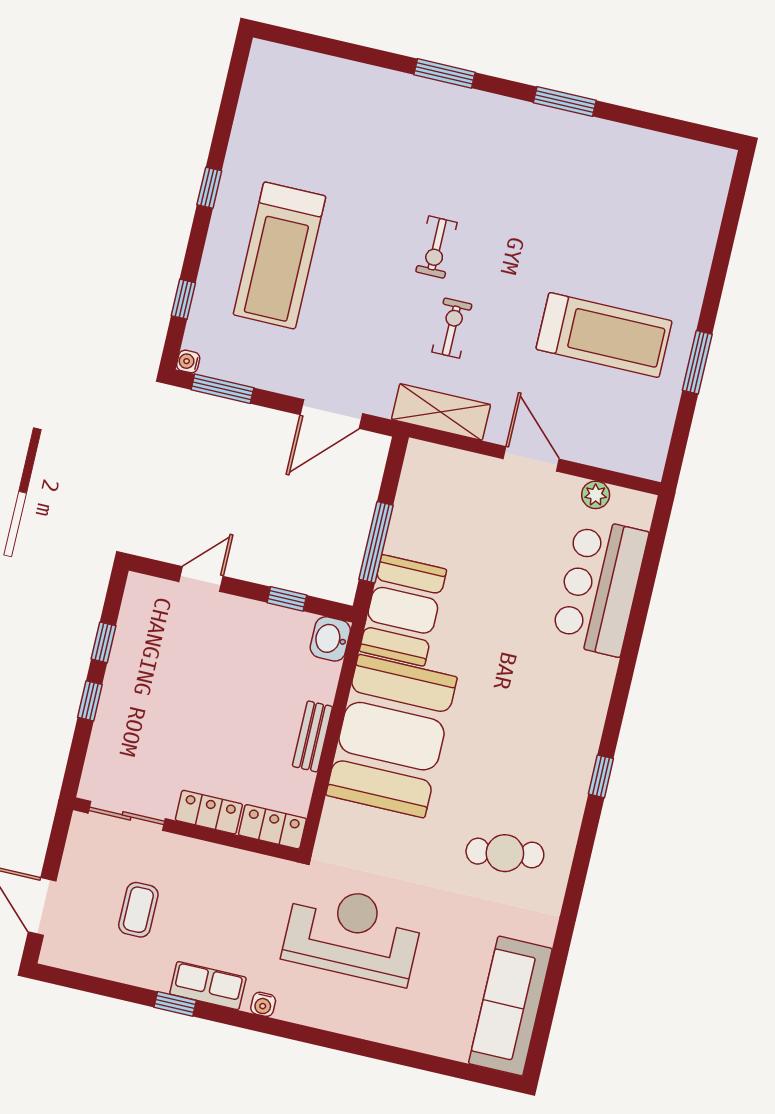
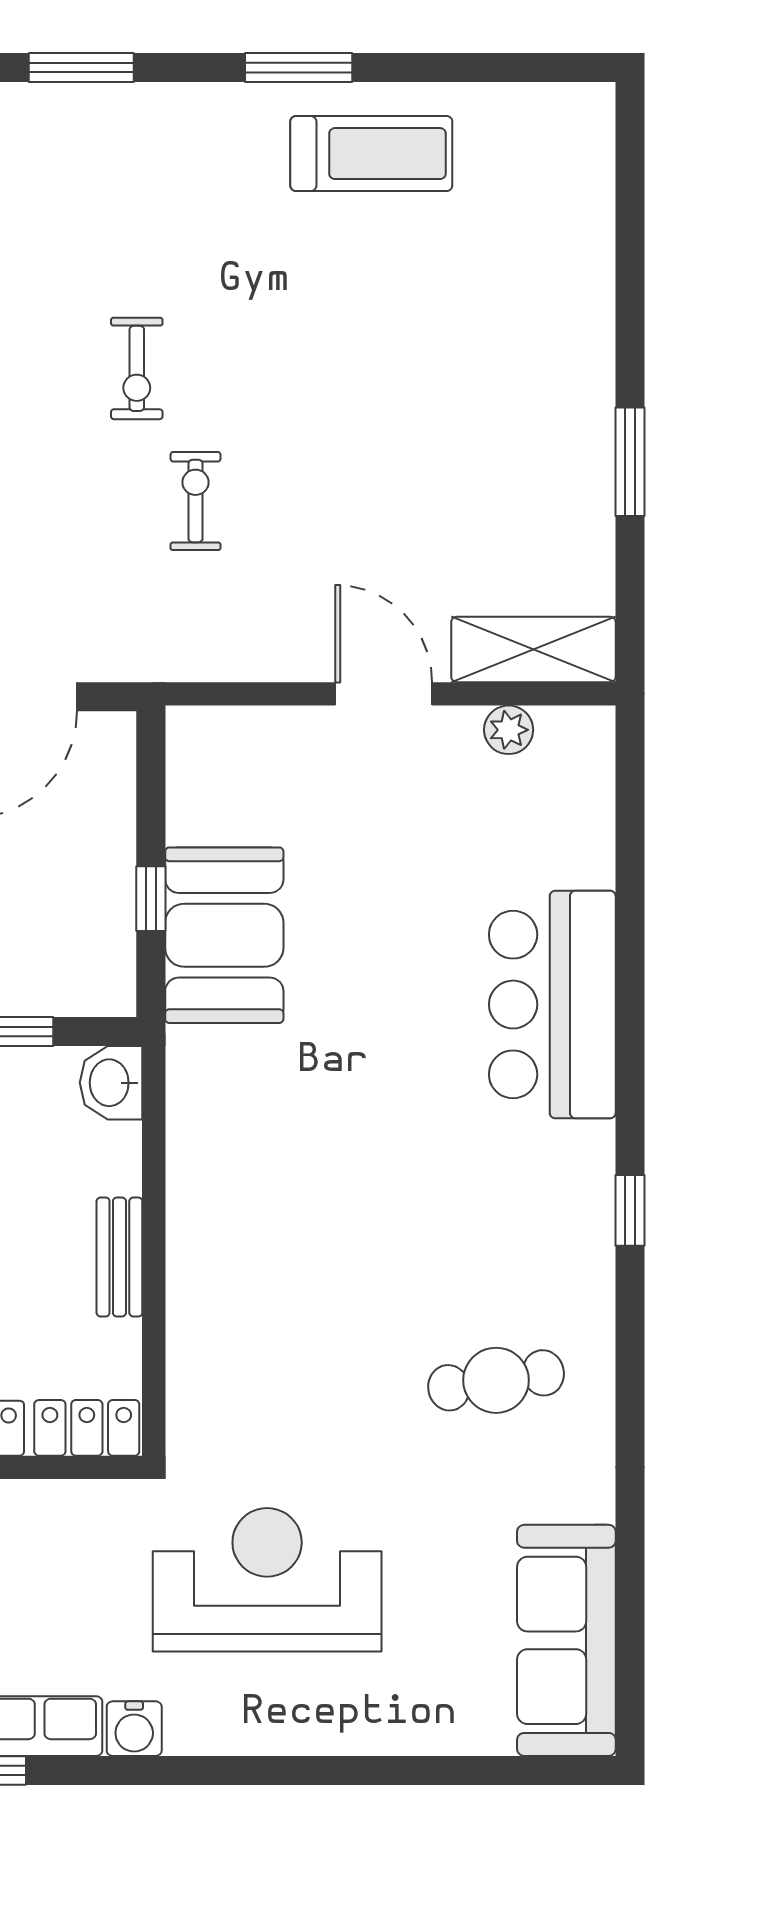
treadmill: (604, 335) -> (371, 154), moved, width x0.73, depth x0.73
shelving: (441, 412) -> (533, 649), moved
window: (376, 542) -> (151, 899), width x0.46
bar counter: (600, 587) -> (552, 1005), moved
booth: (403, 610) -> (224, 935), moved
booth: (392, 736) -> (255, 1225), removed
water cooler: (263, 1004) -> (134, 1729), width x1.38, depth x1.38

